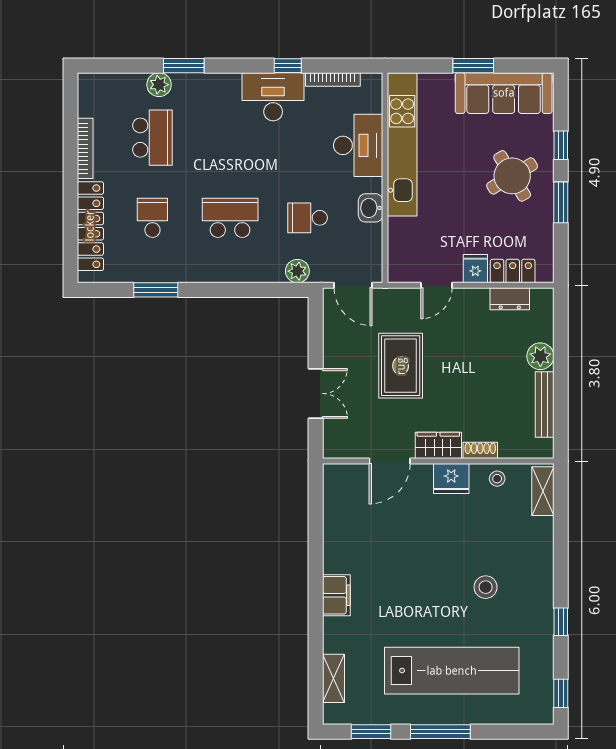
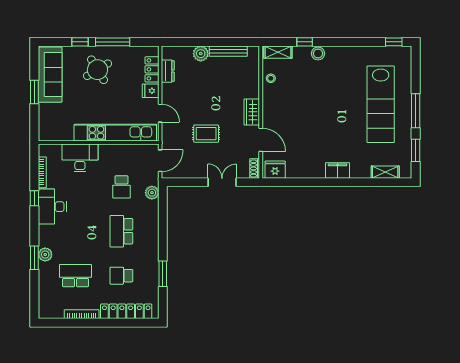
plant: (159, 85) -> (45, 255), moved
kitchen unit: (402, 144) -> (115, 133), moved
window: (561, 202) -> (113, 42), width x1.44
washbasin: (371, 208) -> (116, 151), removed
rug: (401, 366) -> (206, 134), width x0.73, depth x0.70
shoe rack: (480, 450) -> (255, 168), moved
fridge: (451, 478) -> (275, 170), moved, turned -90
stool: (486, 587) -> (318, 54), moved
window: (561, 622) -> (305, 42), moved
lab bench: (452, 671) -> (381, 104), turned 180

